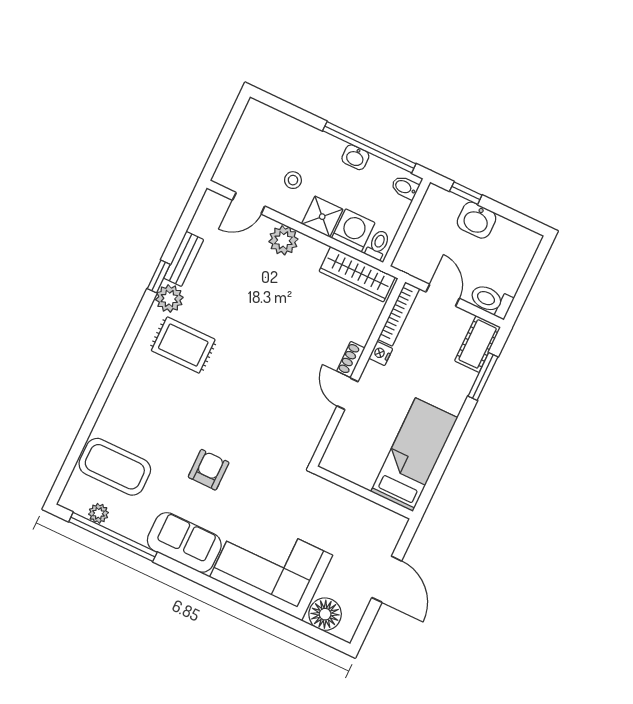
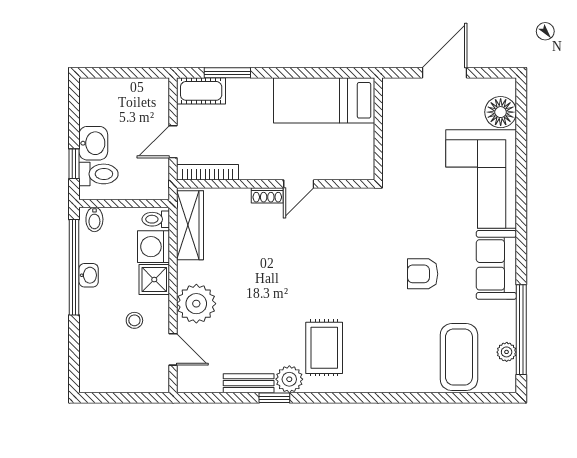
plant: (283, 240) -> (196, 304), width x1.36, depth x1.36
toilet: (491, 301) -> (98, 174), moved, turned -90
nightstand: (381, 353) -> (250, 172), removed

